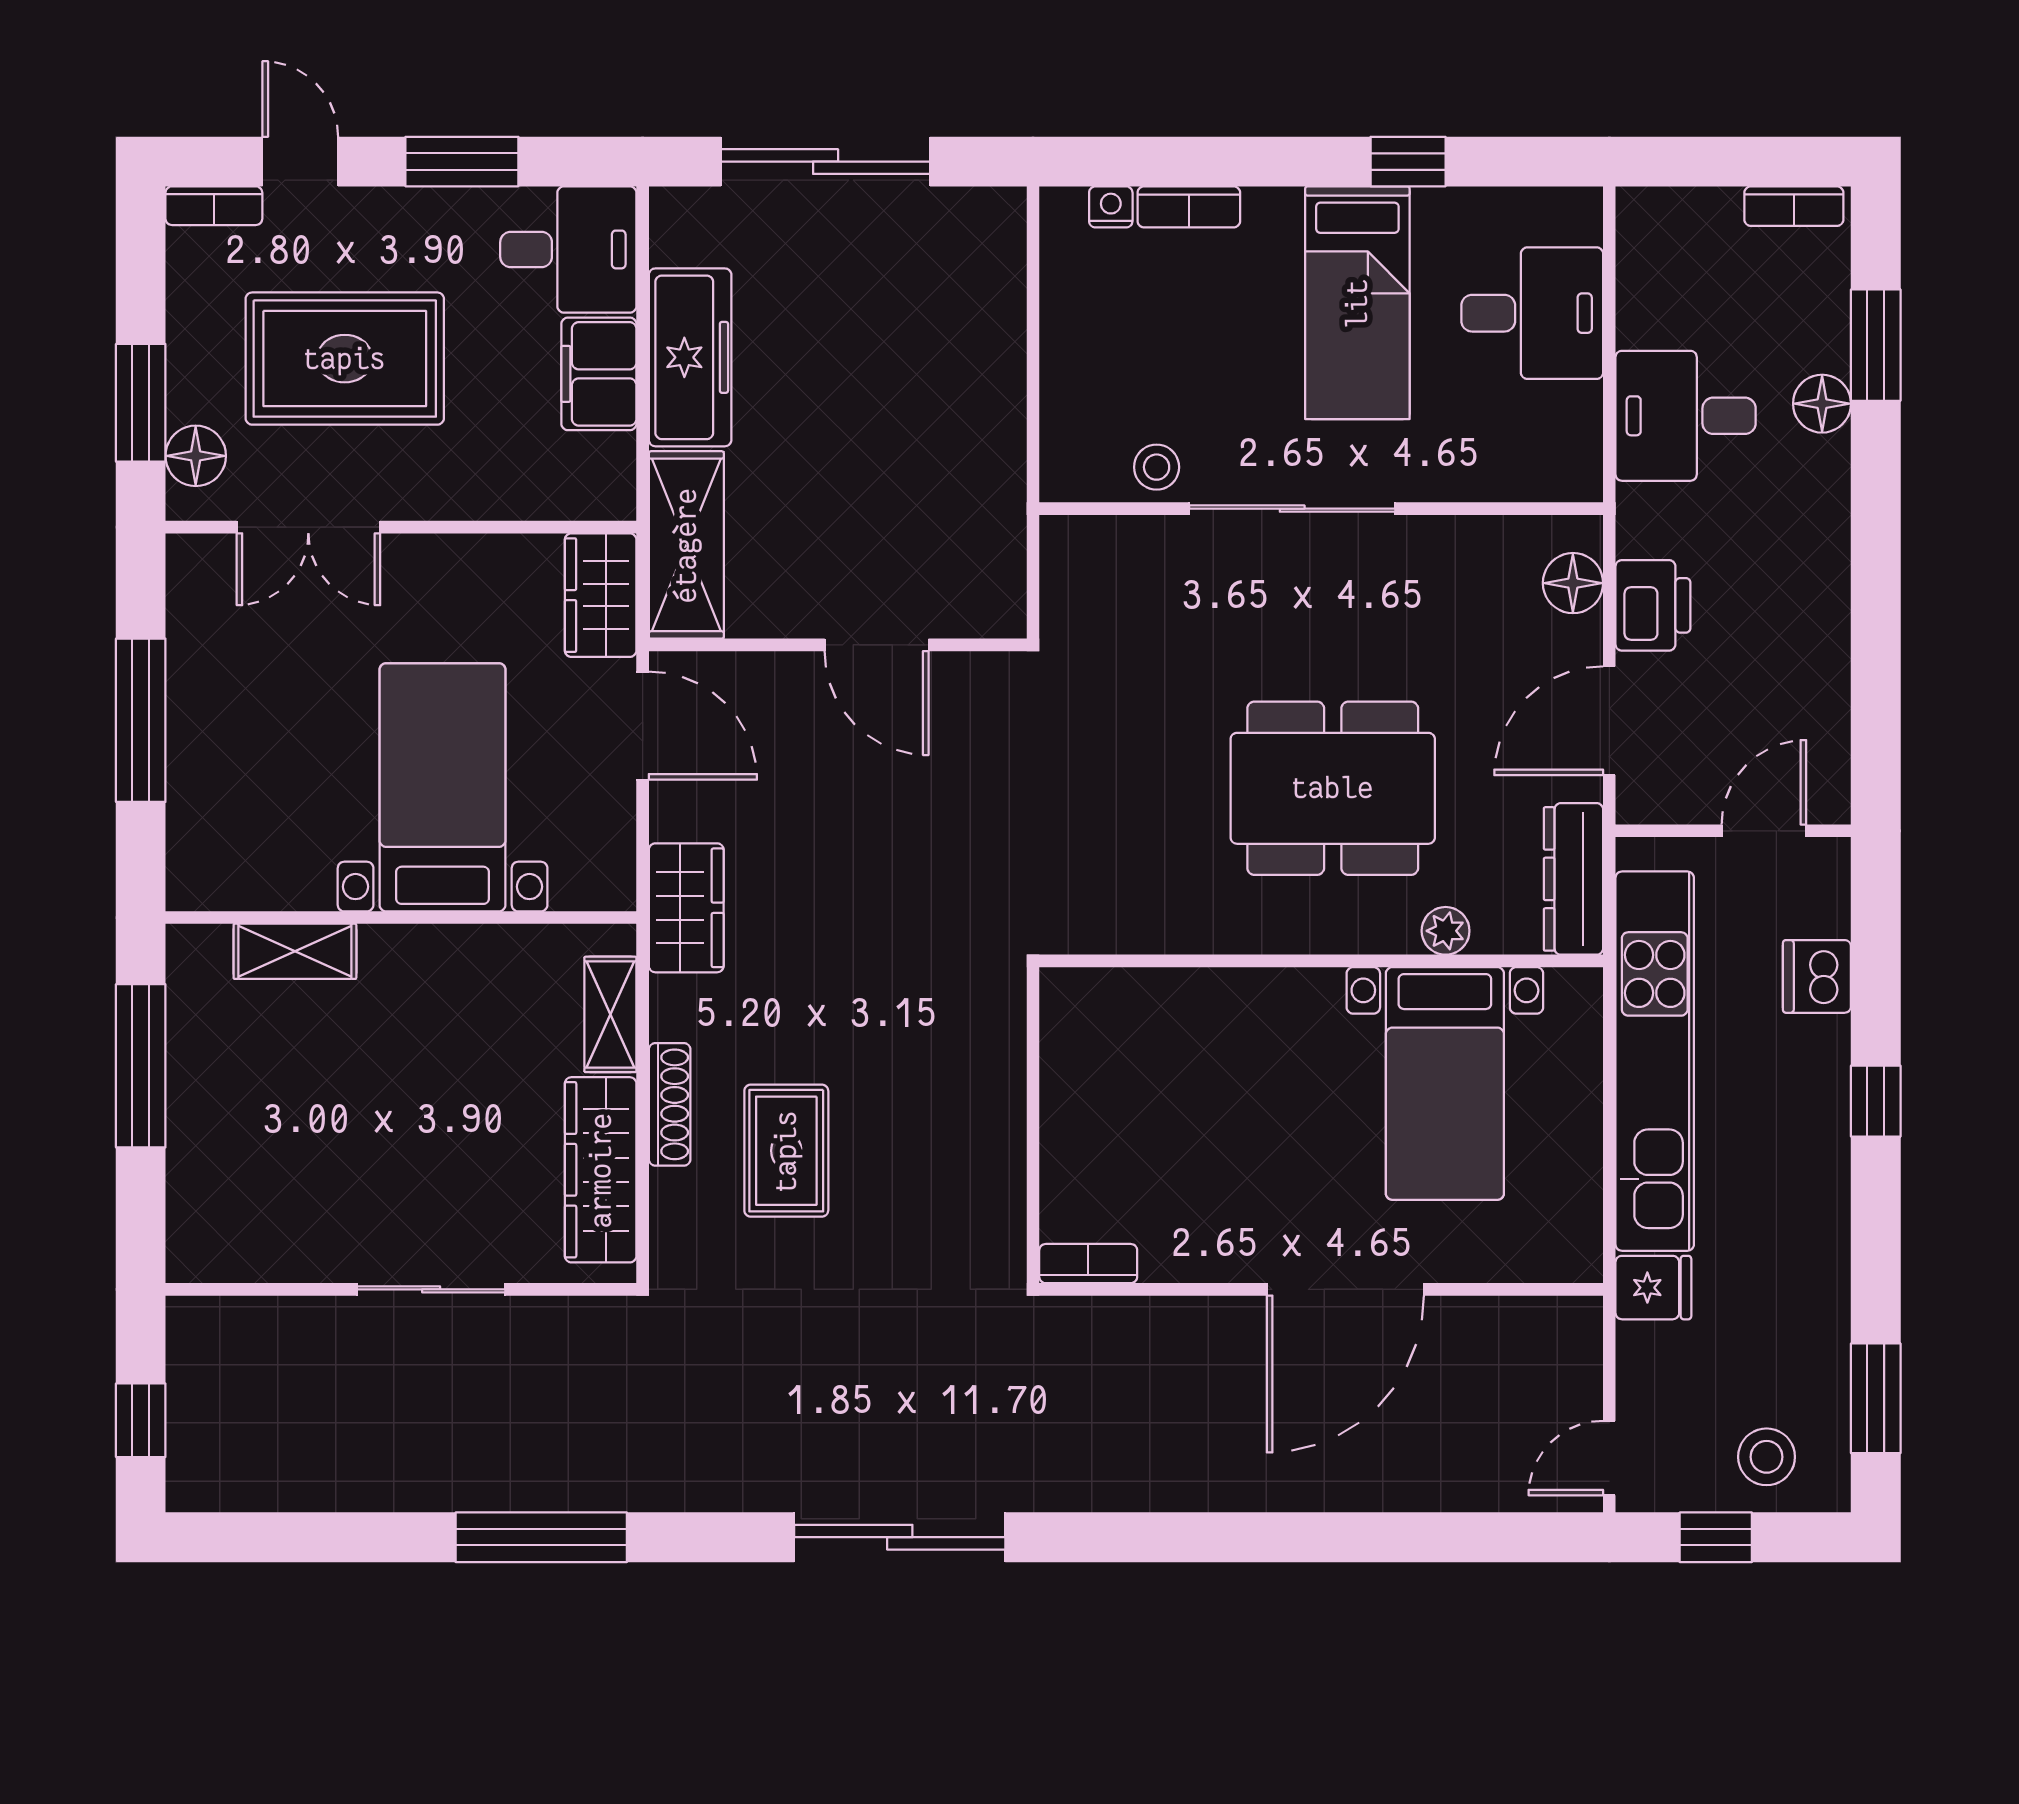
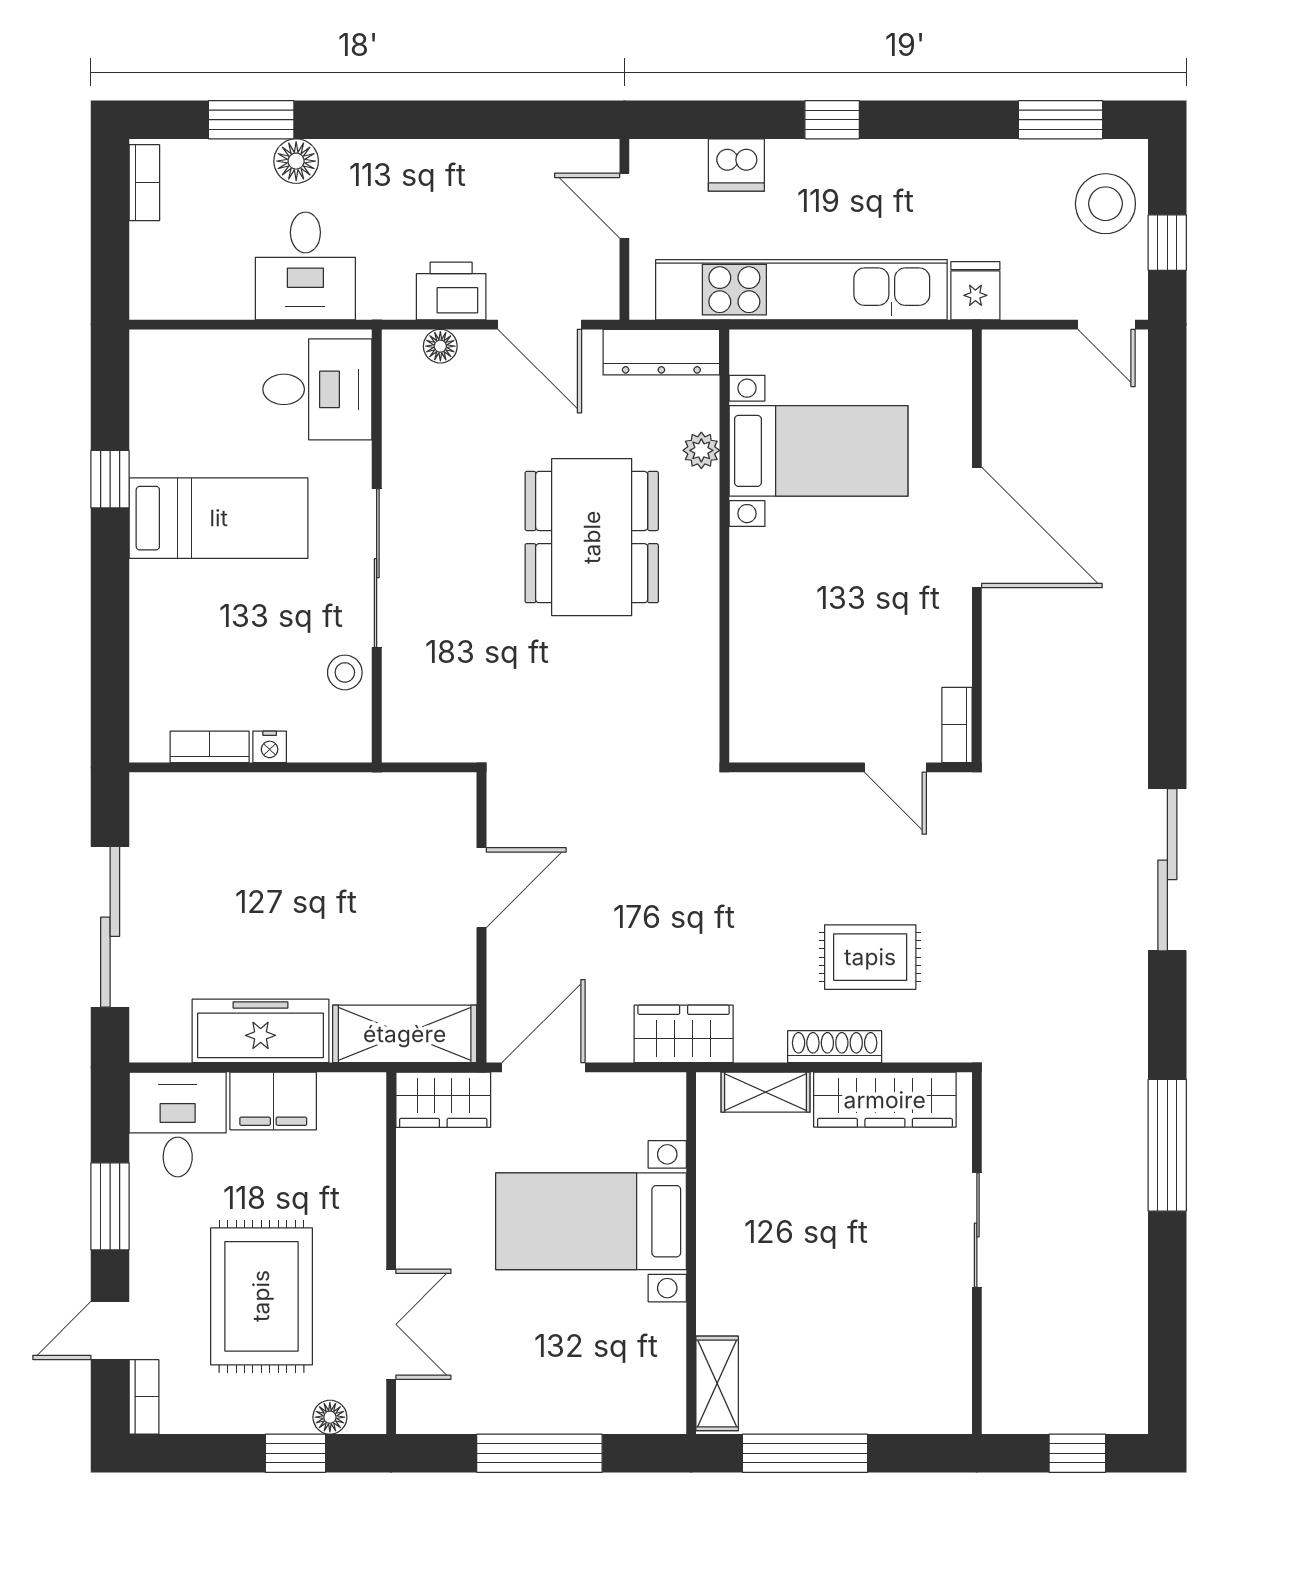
nightstand: (1111, 207) -> (270, 747), moved, turned -90
bookcase: (1189, 207) -> (210, 747), moved, turned -90
desk: (1532, 313) -> (317, 389), moved, turned 90
window: (141, 403) -> (295, 1453), width x0.67
floor lamp: (196, 456) -> (330, 1417), width x0.73, depth x0.73
floor lamp: (1573, 583) -> (440, 346), width x0.73, depth x0.73
shelving: (295, 951) -> (717, 1383), moved
door: (1033, 1183) -> (895, 767), added
stool: (1767, 1457) -> (1105, 204), width x1.38, depth x1.38

